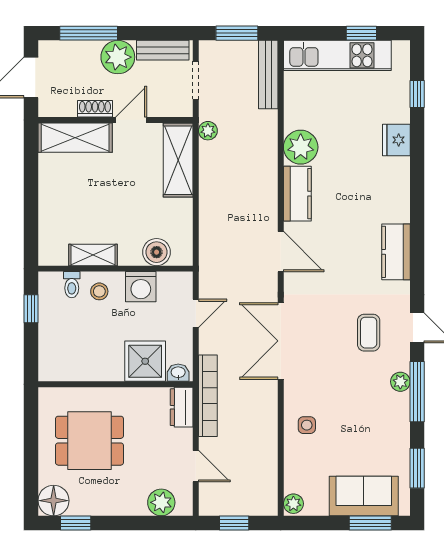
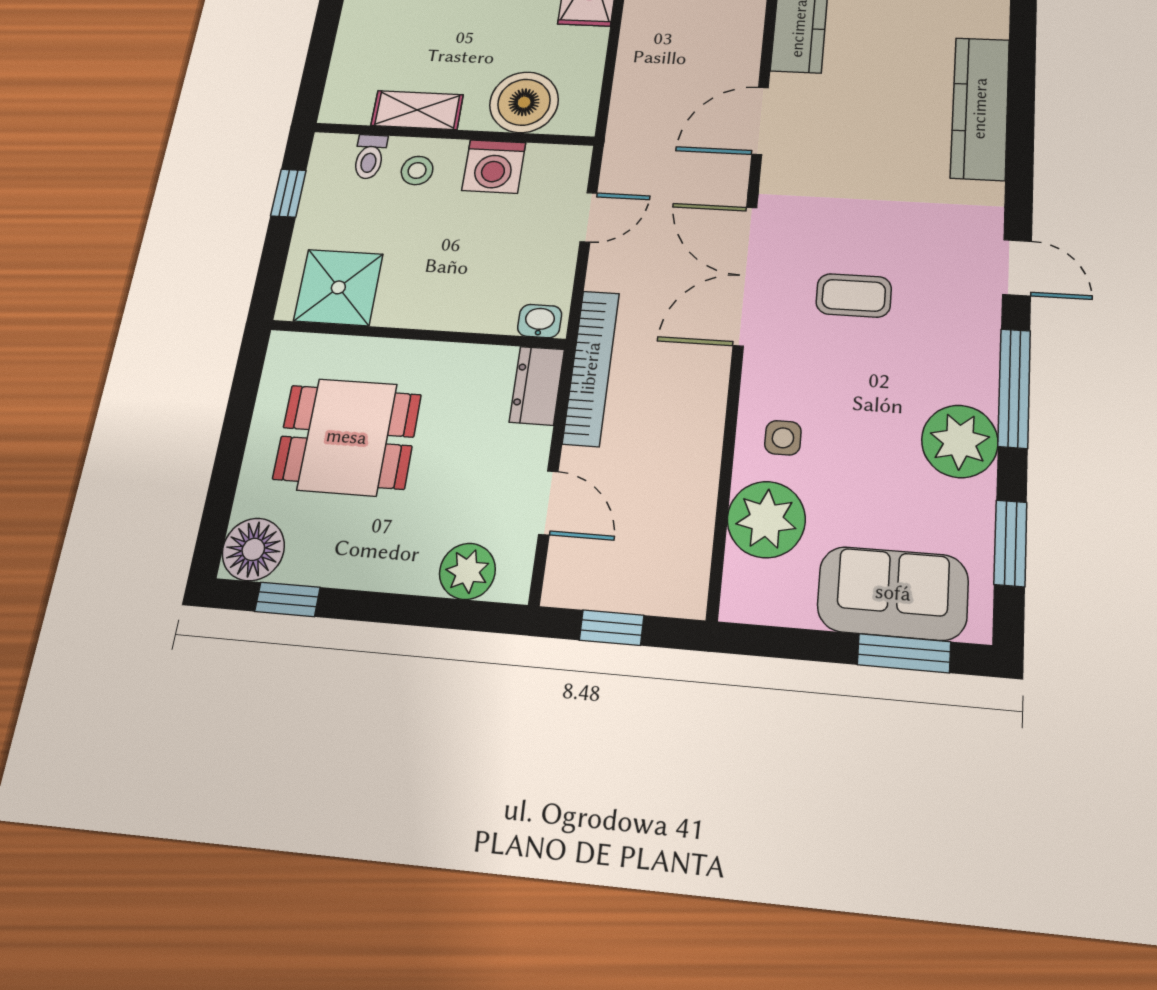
boiler: (157, 252) -> (524, 102), width x1.37, depth x1.37
door: (281, 252) -> (760, 121), swing flipped
kitchen counter: (396, 252) -> (980, 108), width x1.50
coffee table: (369, 333) -> (854, 295), moved, turned 90
shower: (145, 361) -> (338, 287), moved
plant: (400, 382) -> (960, 441), moved, width x1.87, depth x1.87
plant: (293, 504) -> (766, 519), moved, width x1.88, depth x1.88

